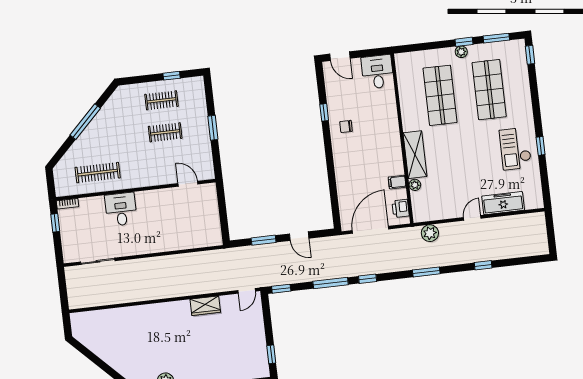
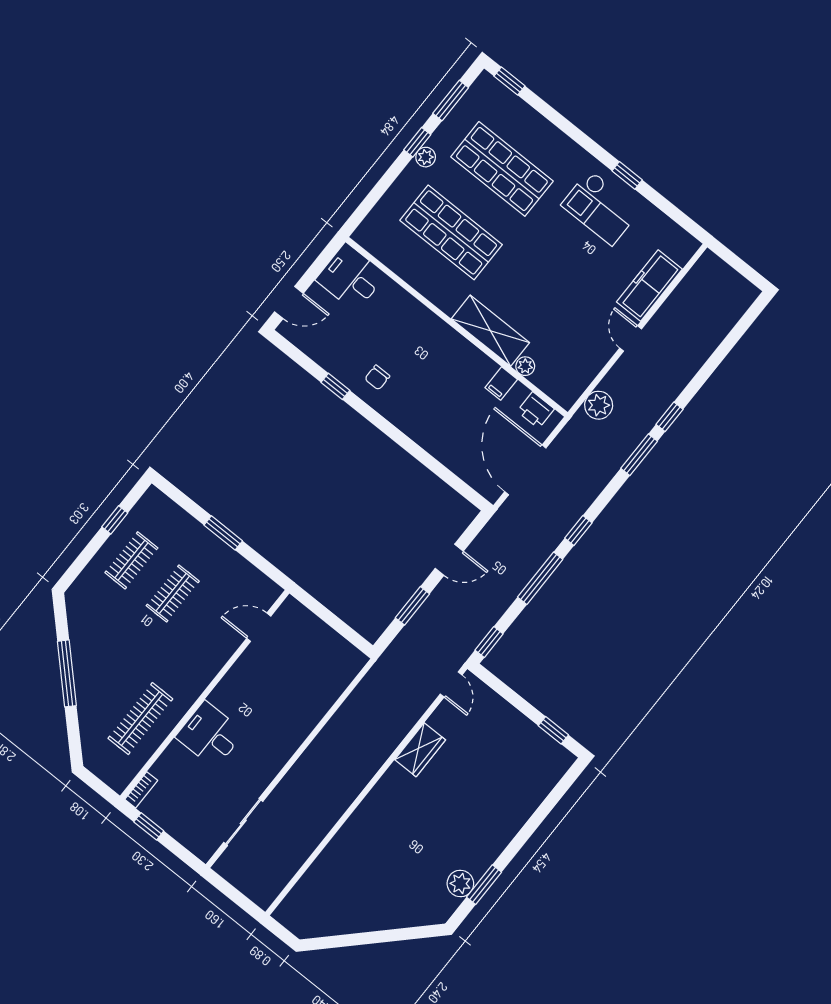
window: (483, 265) -> (670, 417), moved

